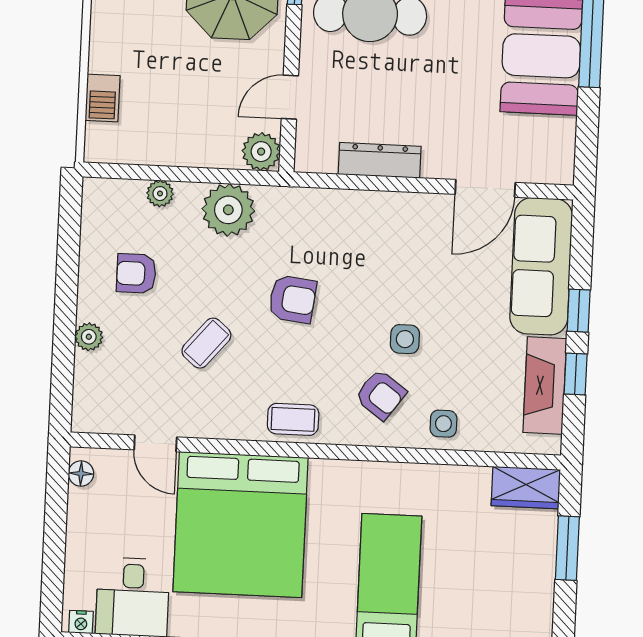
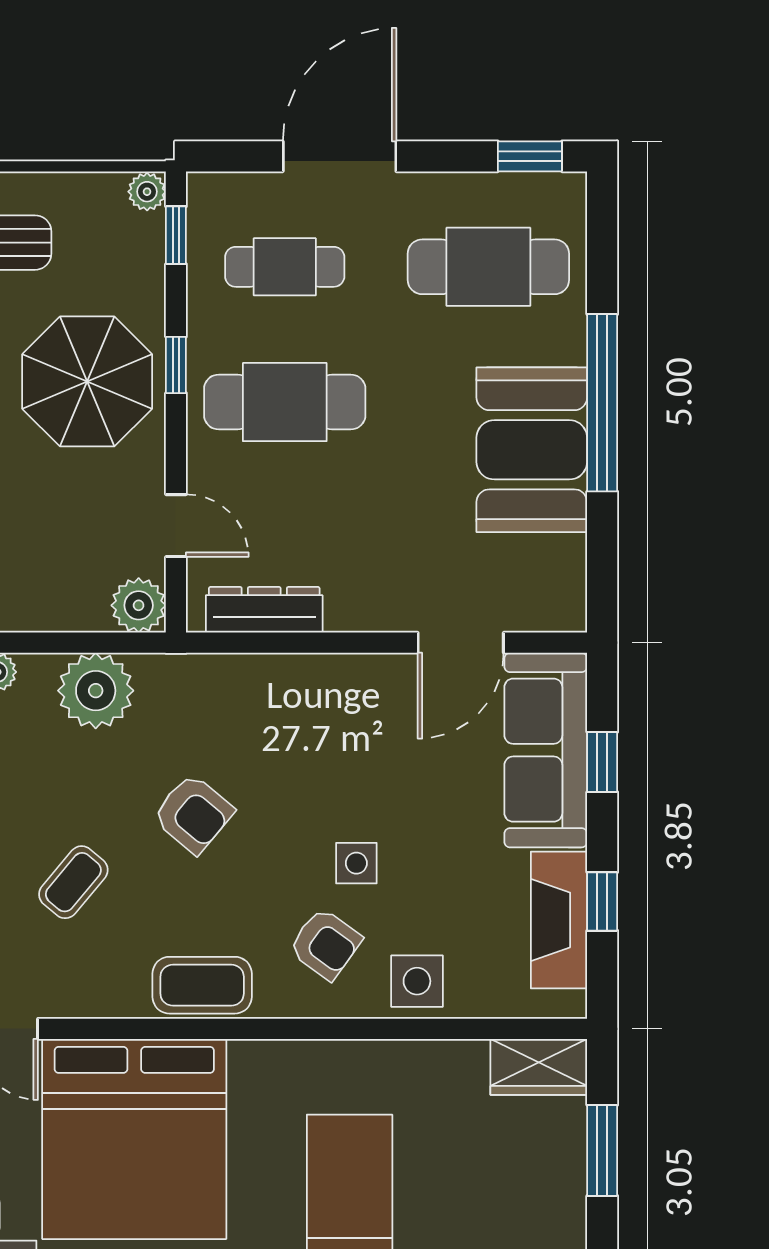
door: (290, 97) -> (176, 526), swing flipped
dresser: (380, 160) -> (264, 610), moved
armchair: (292, 299) -> (193, 814), turned 33
window: (579, 311) -> (602, 762), moved
coffee table: (293, 419) -> (202, 985), width x1.36, depth x1.30
side table: (443, 424) -> (417, 981), width x1.37, depth x1.37

